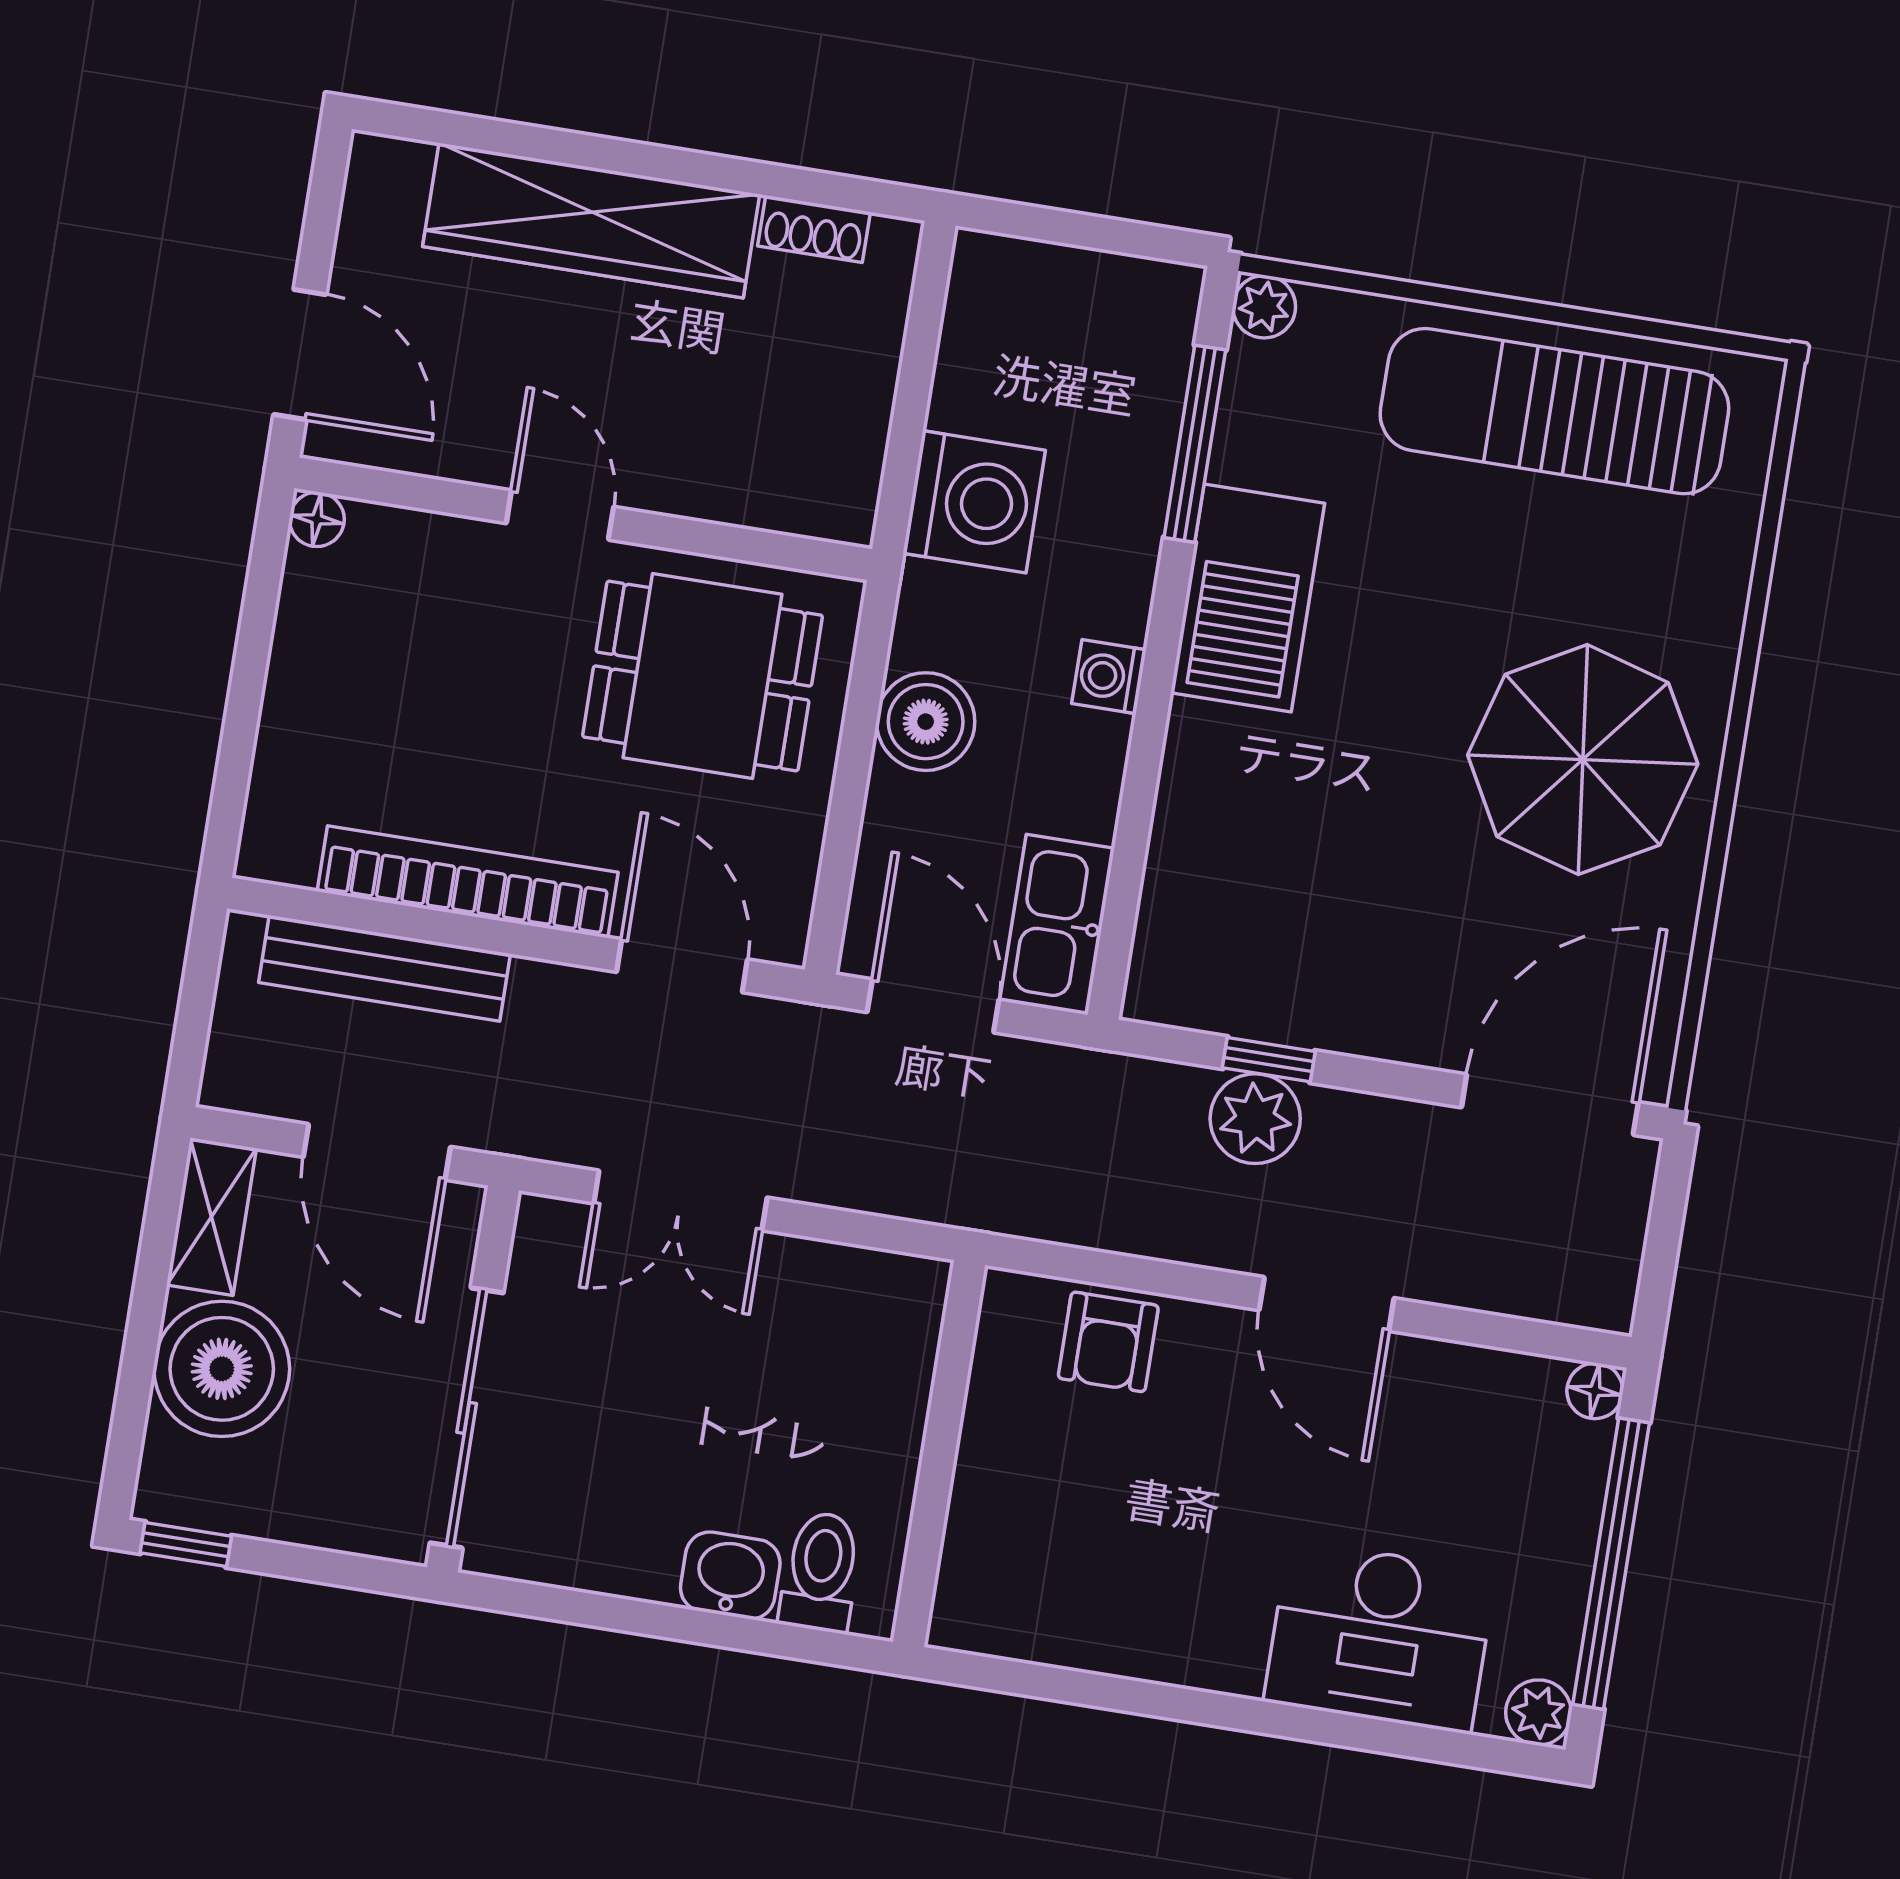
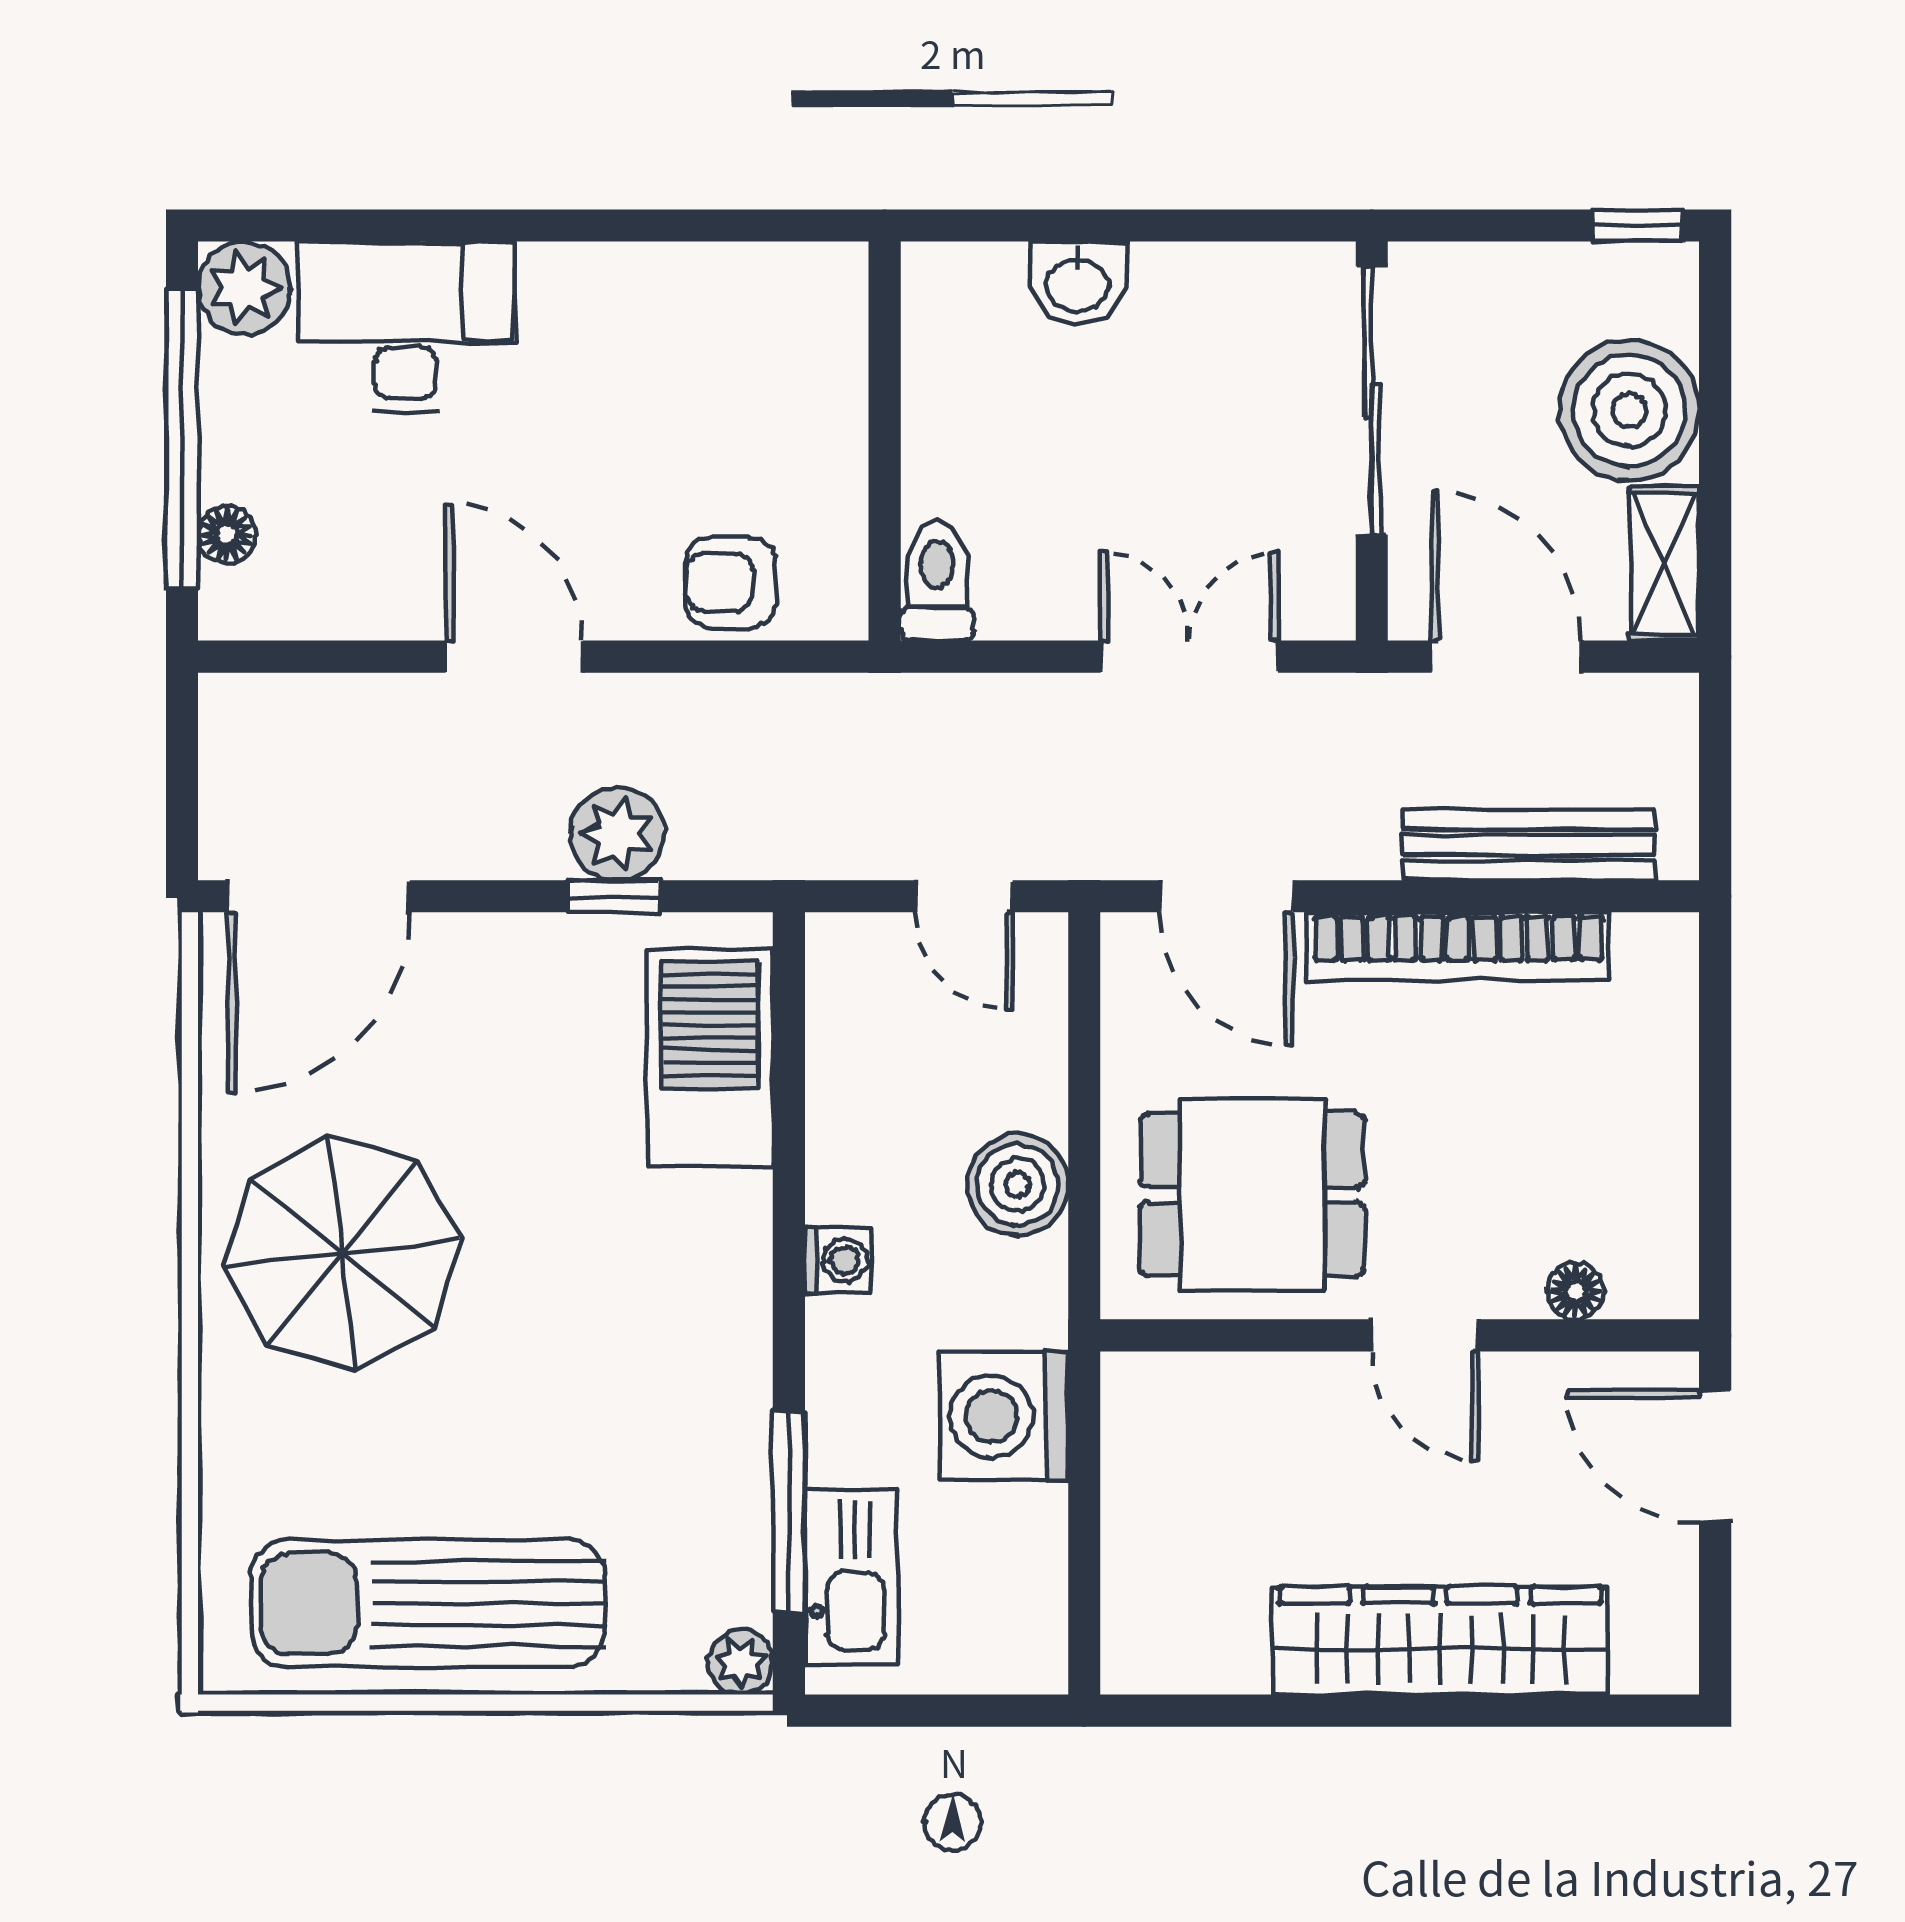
shoe rack: (814, 229) -> (1212, 1668), removed
sun lounger: (1554, 411) -> (428, 1604), turned 180
floor lamp: (317, 519) -> (1576, 1291), moved
barbecue: (1248, 598) -> (710, 1058), moved
kitchen sink: (1057, 925) -> (851, 1576), moved
door: (933, 1006) -> (964, 896), width x0.73
armchair: (1108, 1342) -> (730, 583), turned -90
floor lamp: (1595, 1391) -> (227, 535), moved
toilet: (821, 1572) -> (937, 581), moved, turned 180
plant: (1539, 1712) -> (244, 288), width x1.38, depth x1.38

